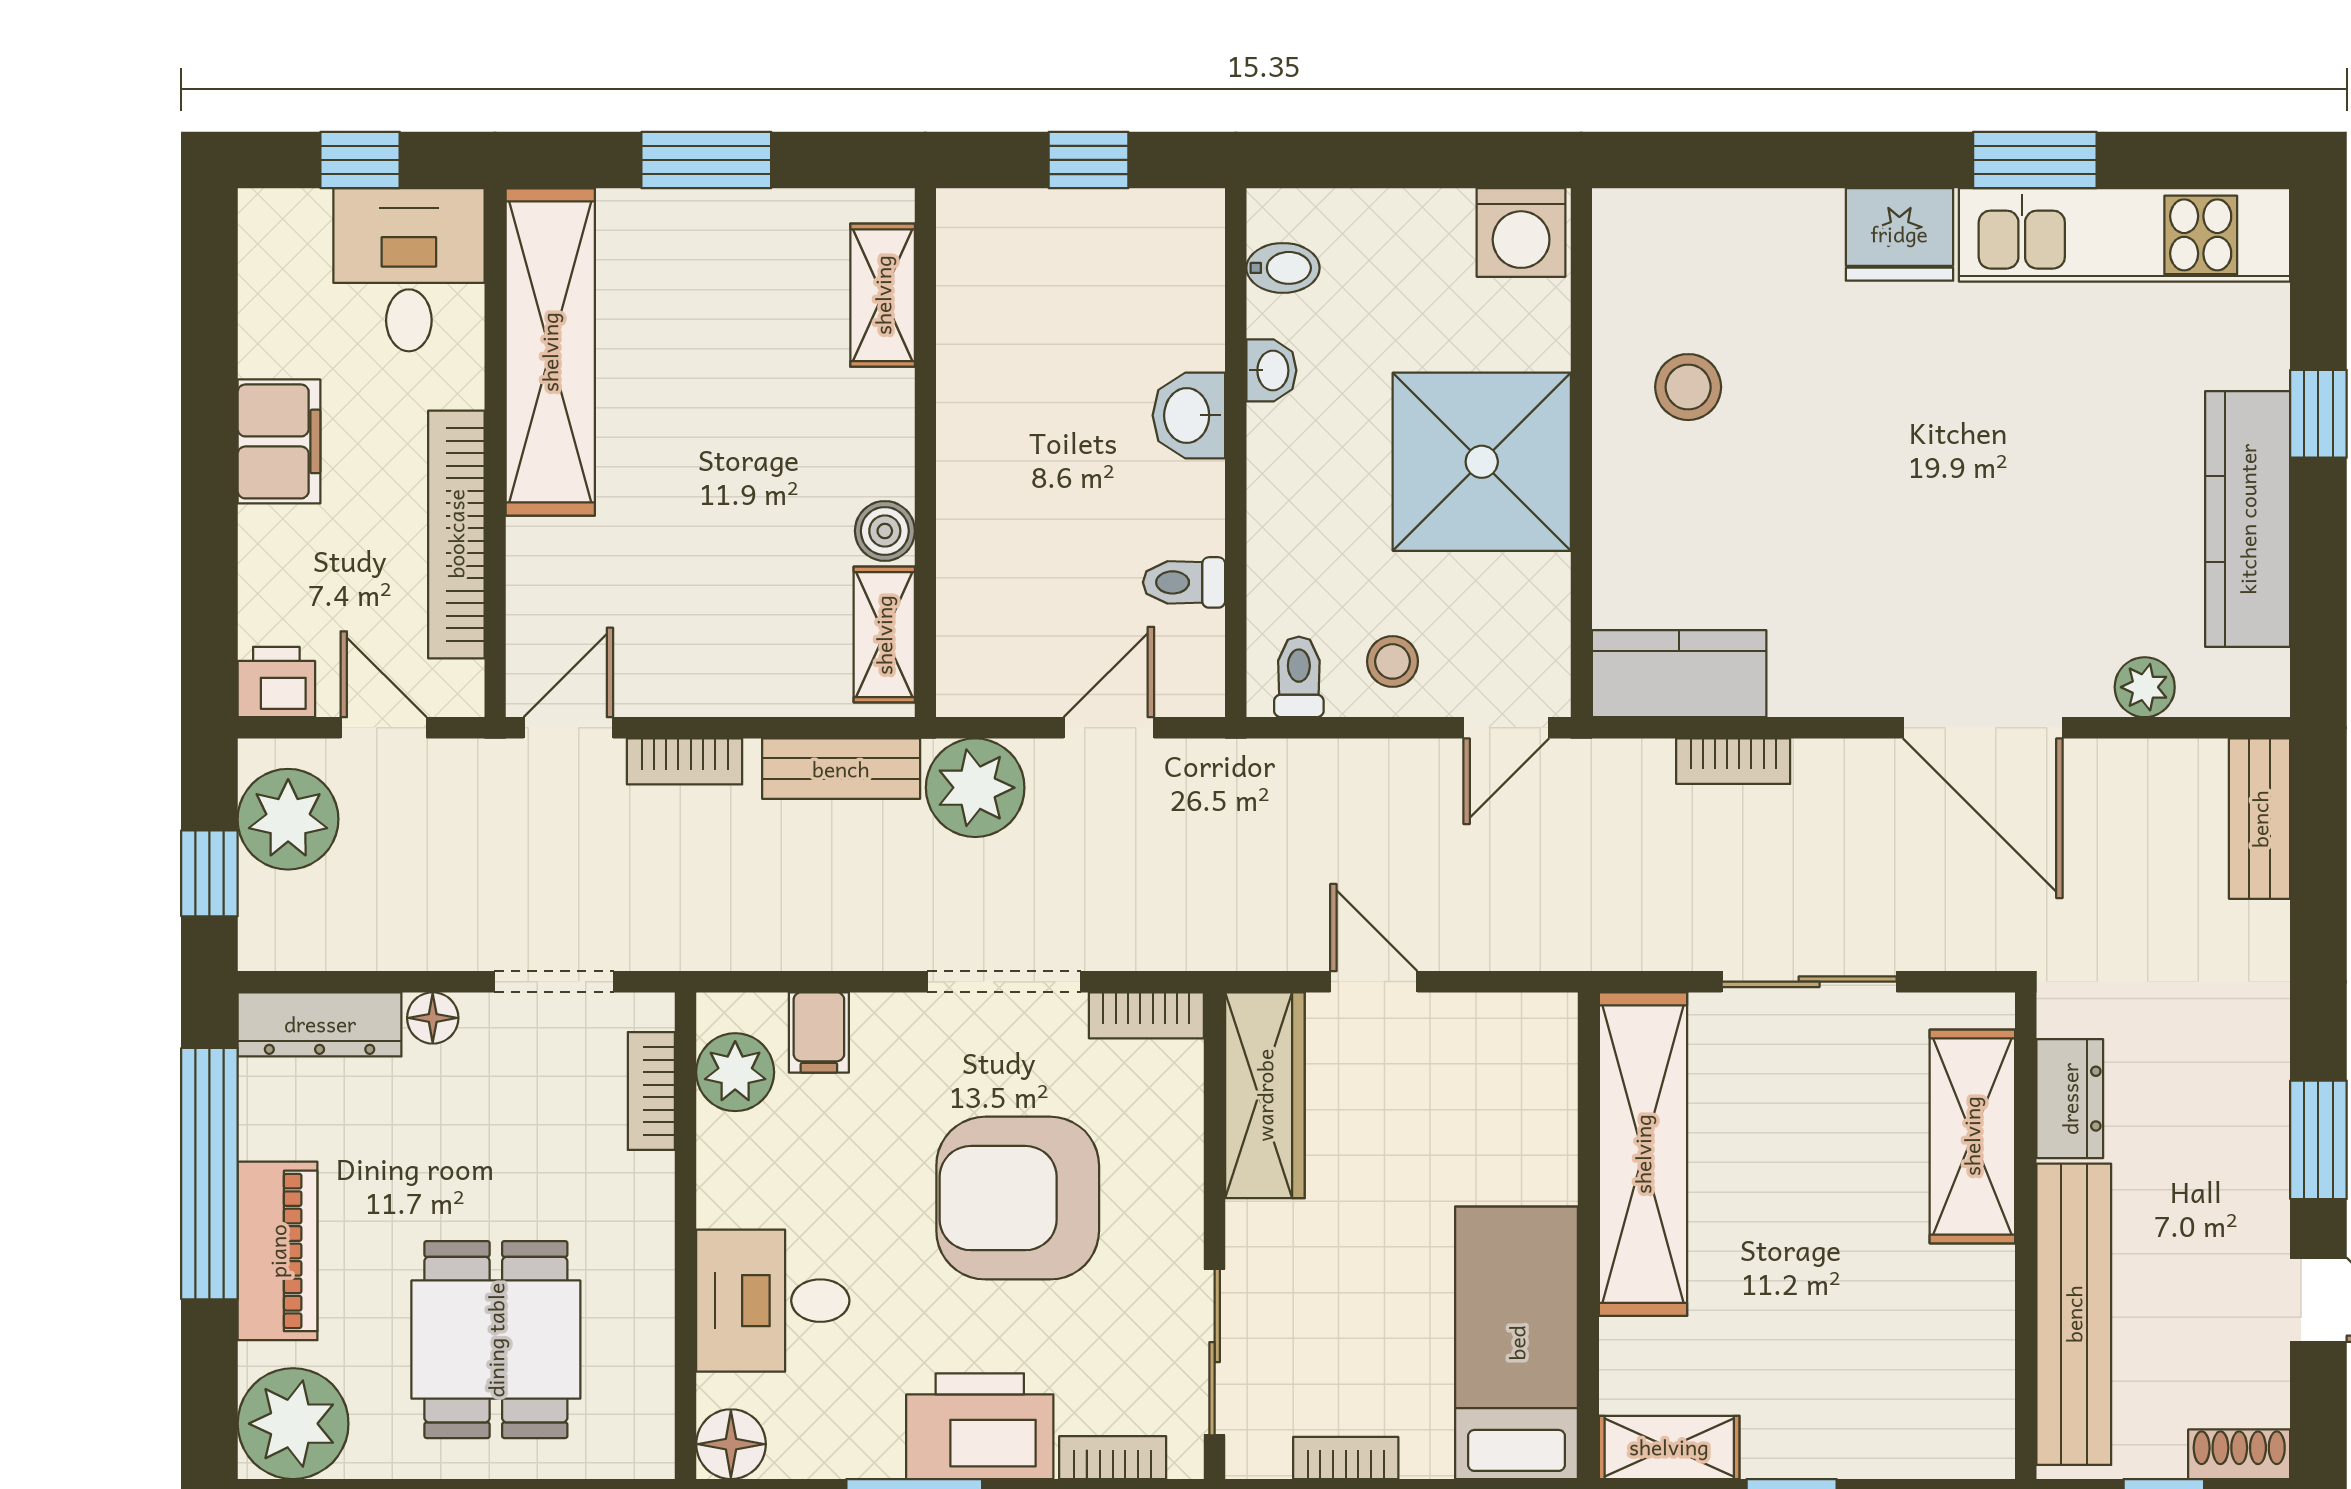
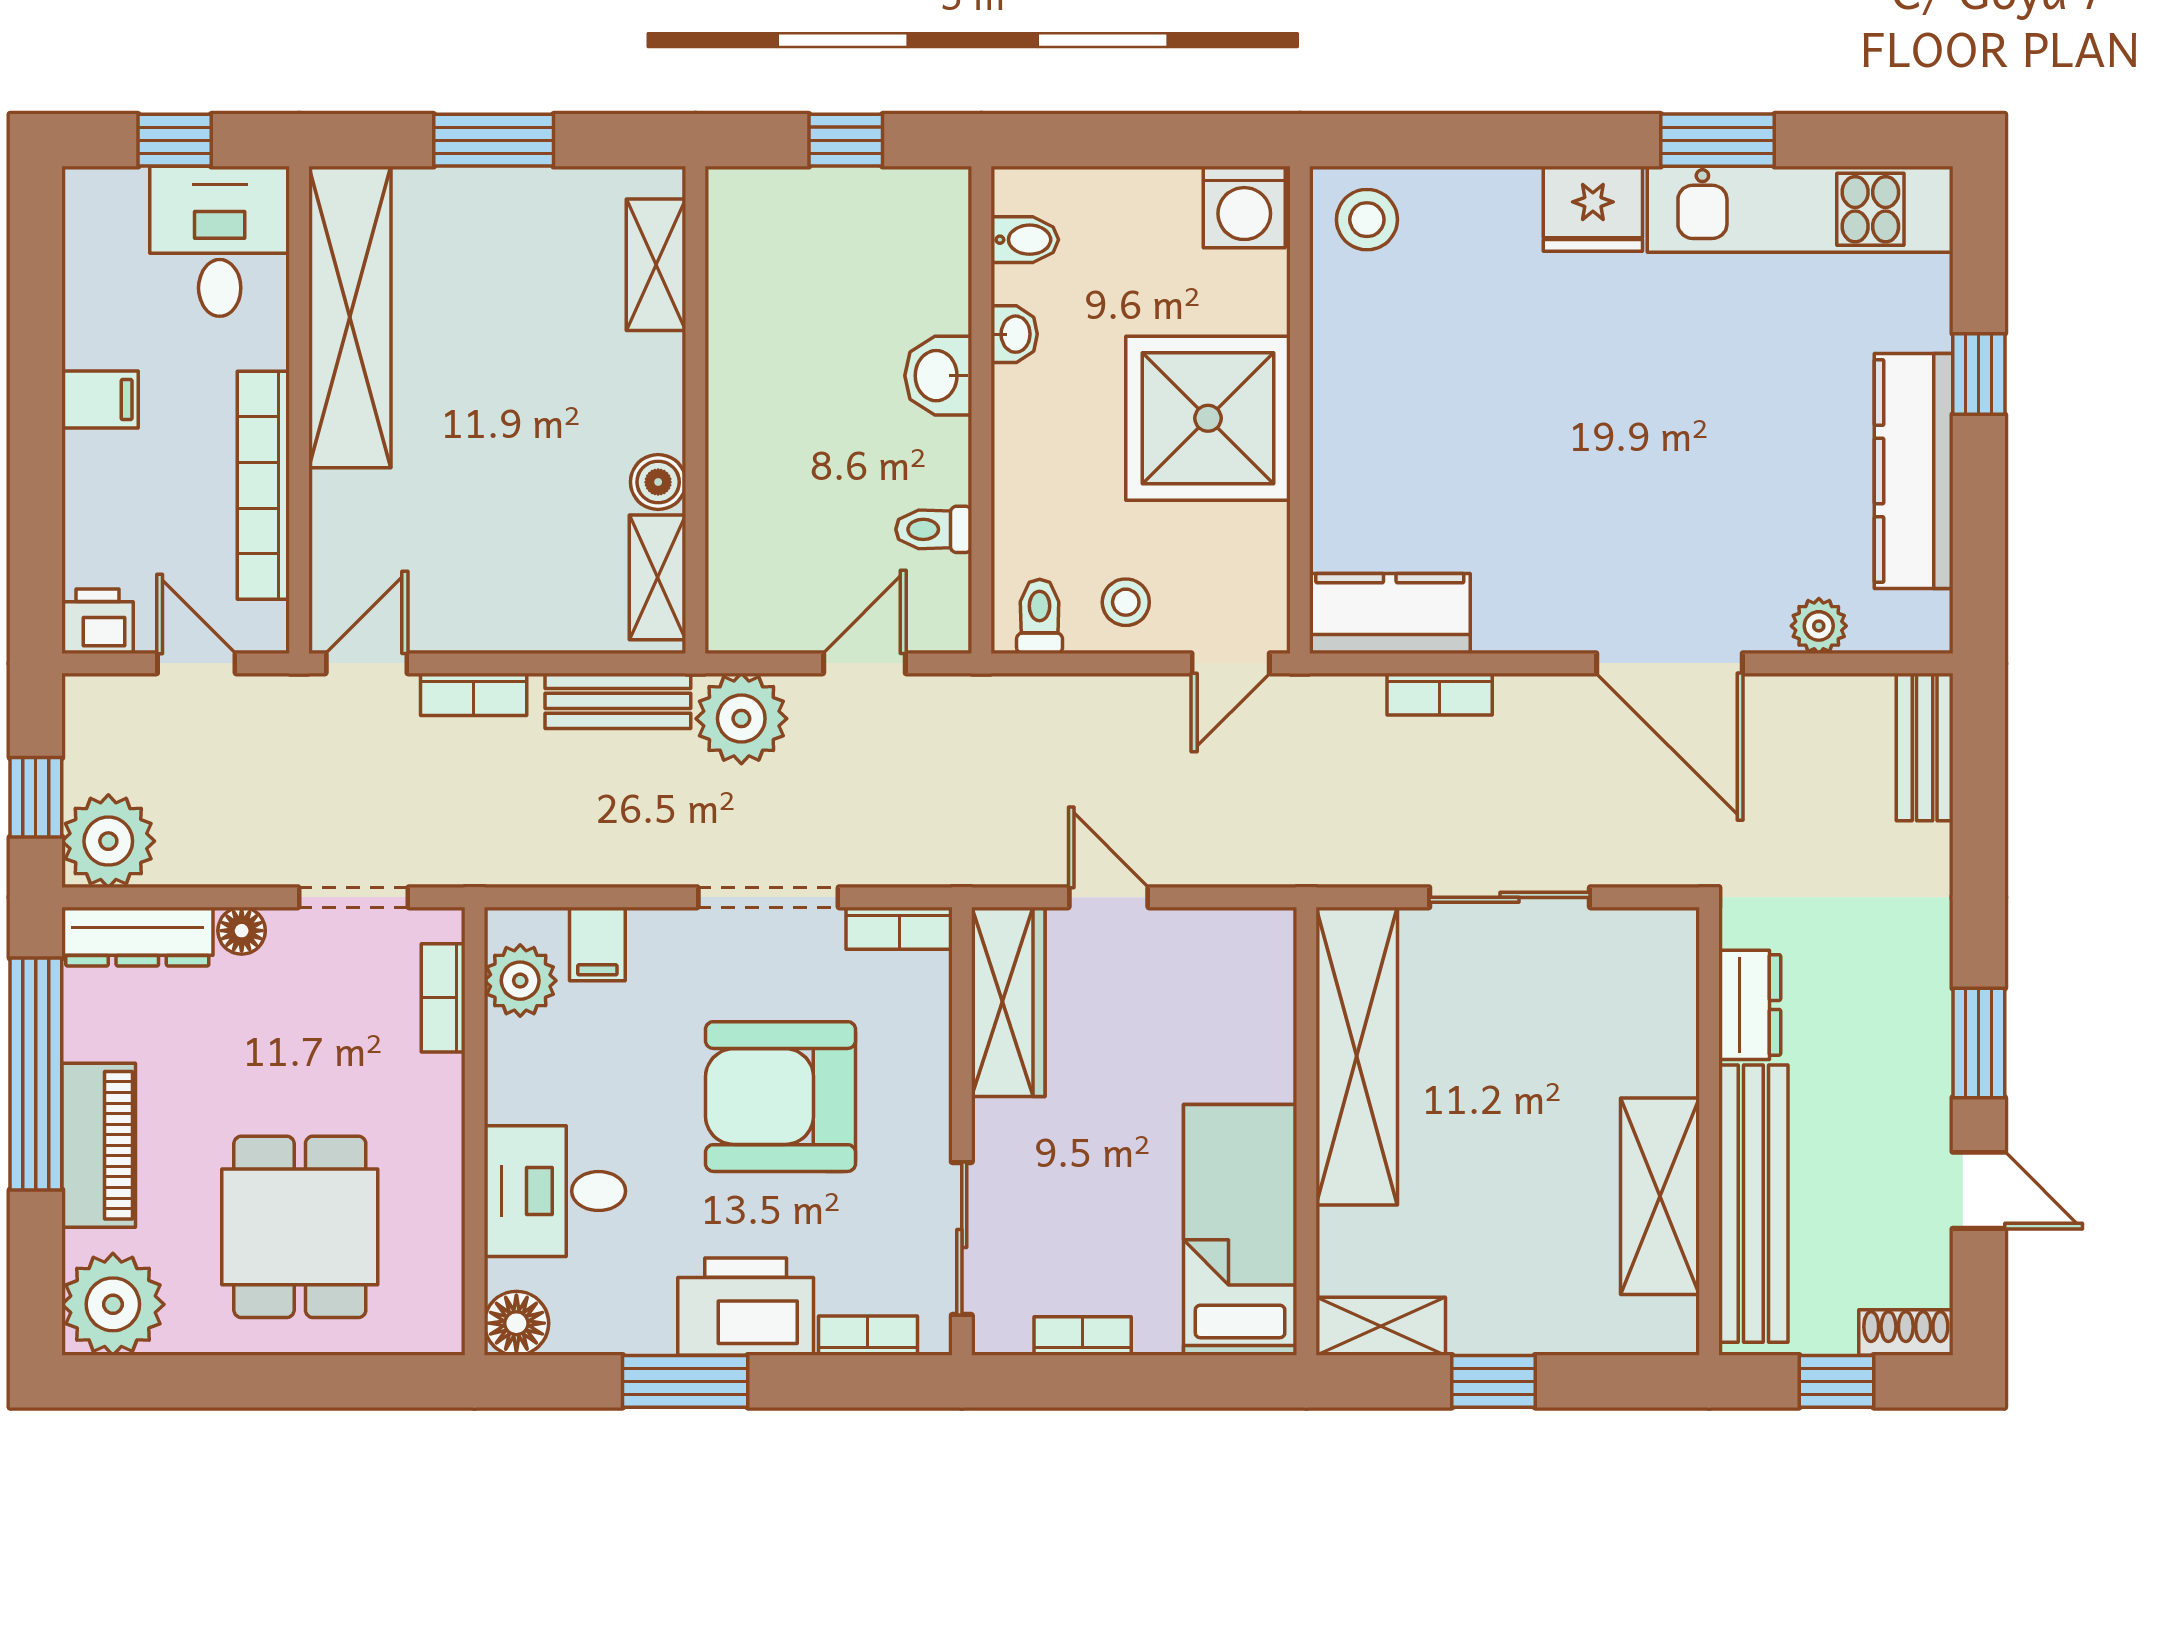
stool: (1688, 387) -> (1367, 220), moved
filing cabinet: (279, 441) -> (100, 400), width x0.50
plant: (288, 819) -> (108, 841), moved
shelving: (1972, 1136) -> (1660, 1196), moved

